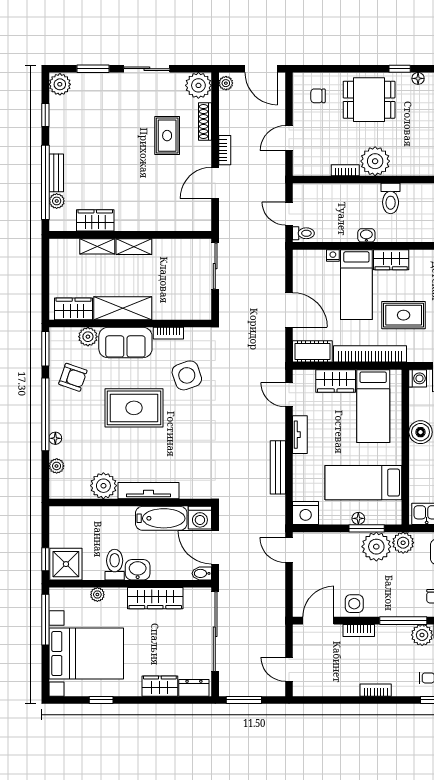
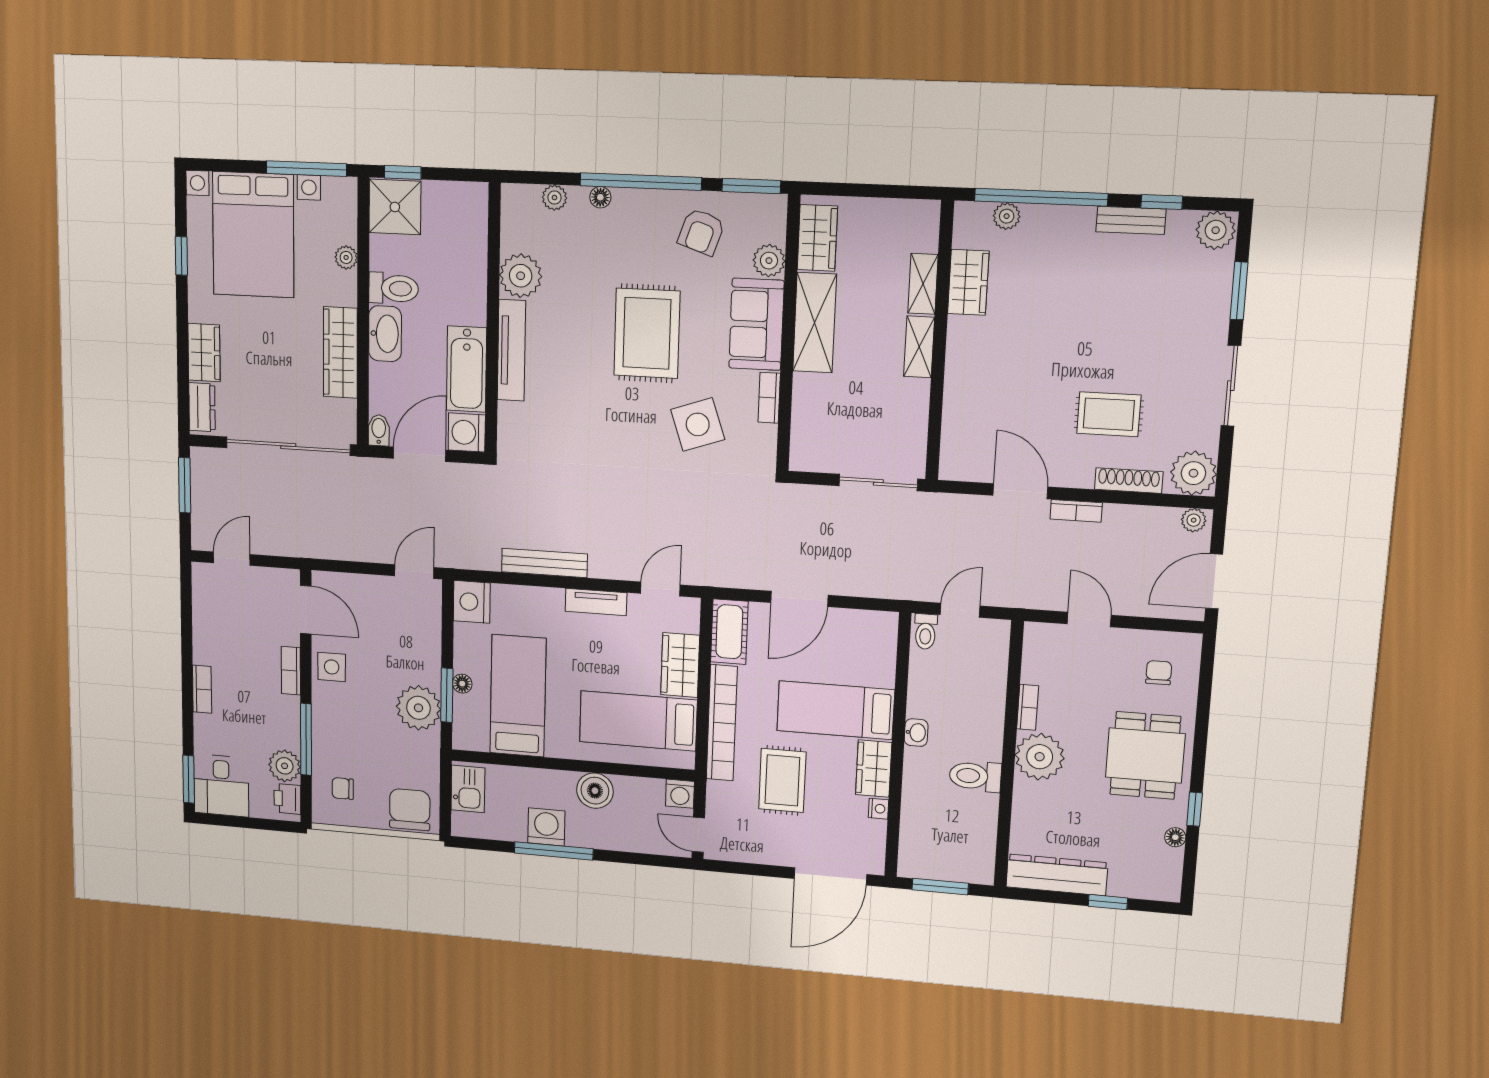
bench: (56, 173) -> (1131, 220), moved
nightstand: (333, 256) -> (878, 809), moved
plant: (403, 543) -> (424, 749), removed
washbasin: (138, 570) -> (385, 334), width x1.38

